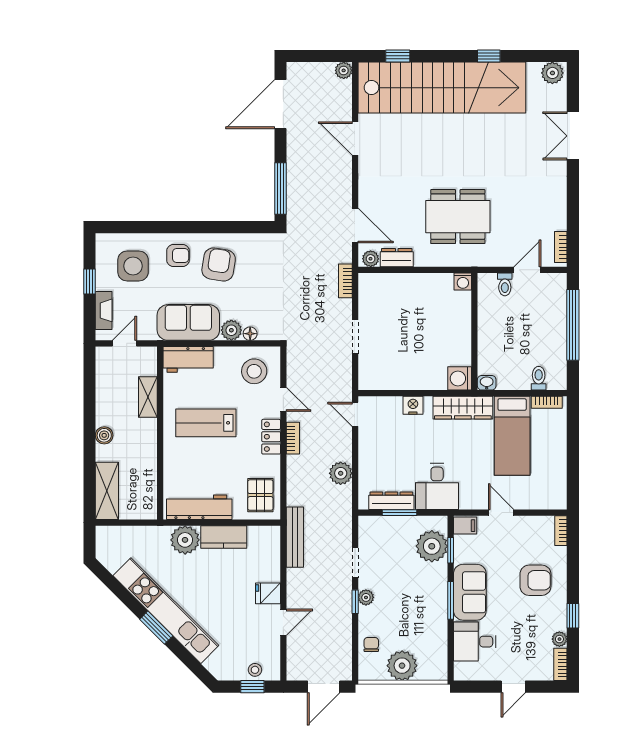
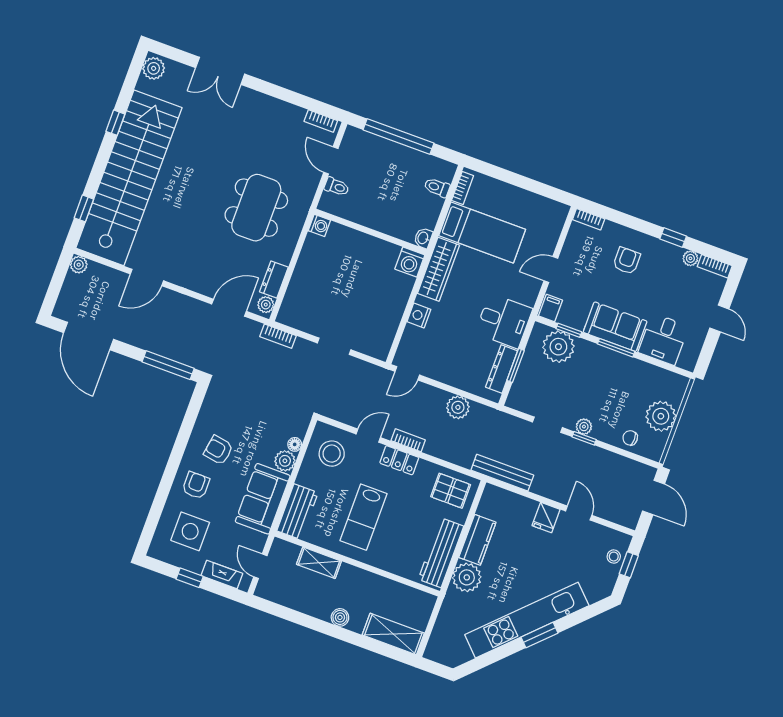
armchair: (219, 265) -> (218, 450), width x0.72, depth x0.72
armchair: (535, 580) -> (627, 261), width x0.72, depth x0.72

